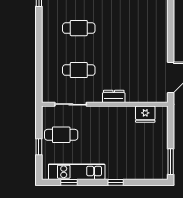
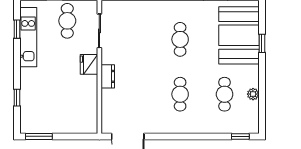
cafe table: (79, 70) -> (180, 94), moved
fridge: (145, 114) -> (89, 64), moved
window: (116, 182) -> (17, 98), moved

